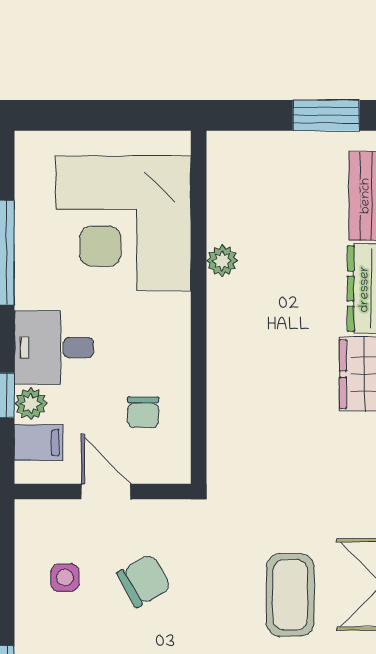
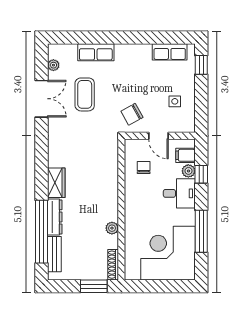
window: (326, 115) -> (94, 286), moved
shoe rack: (219, 169) -> (113, 265), added
corner desk: (123, 223) -> (168, 253), moved, turned -90
chair: (144, 581) -> (132, 114), moved

